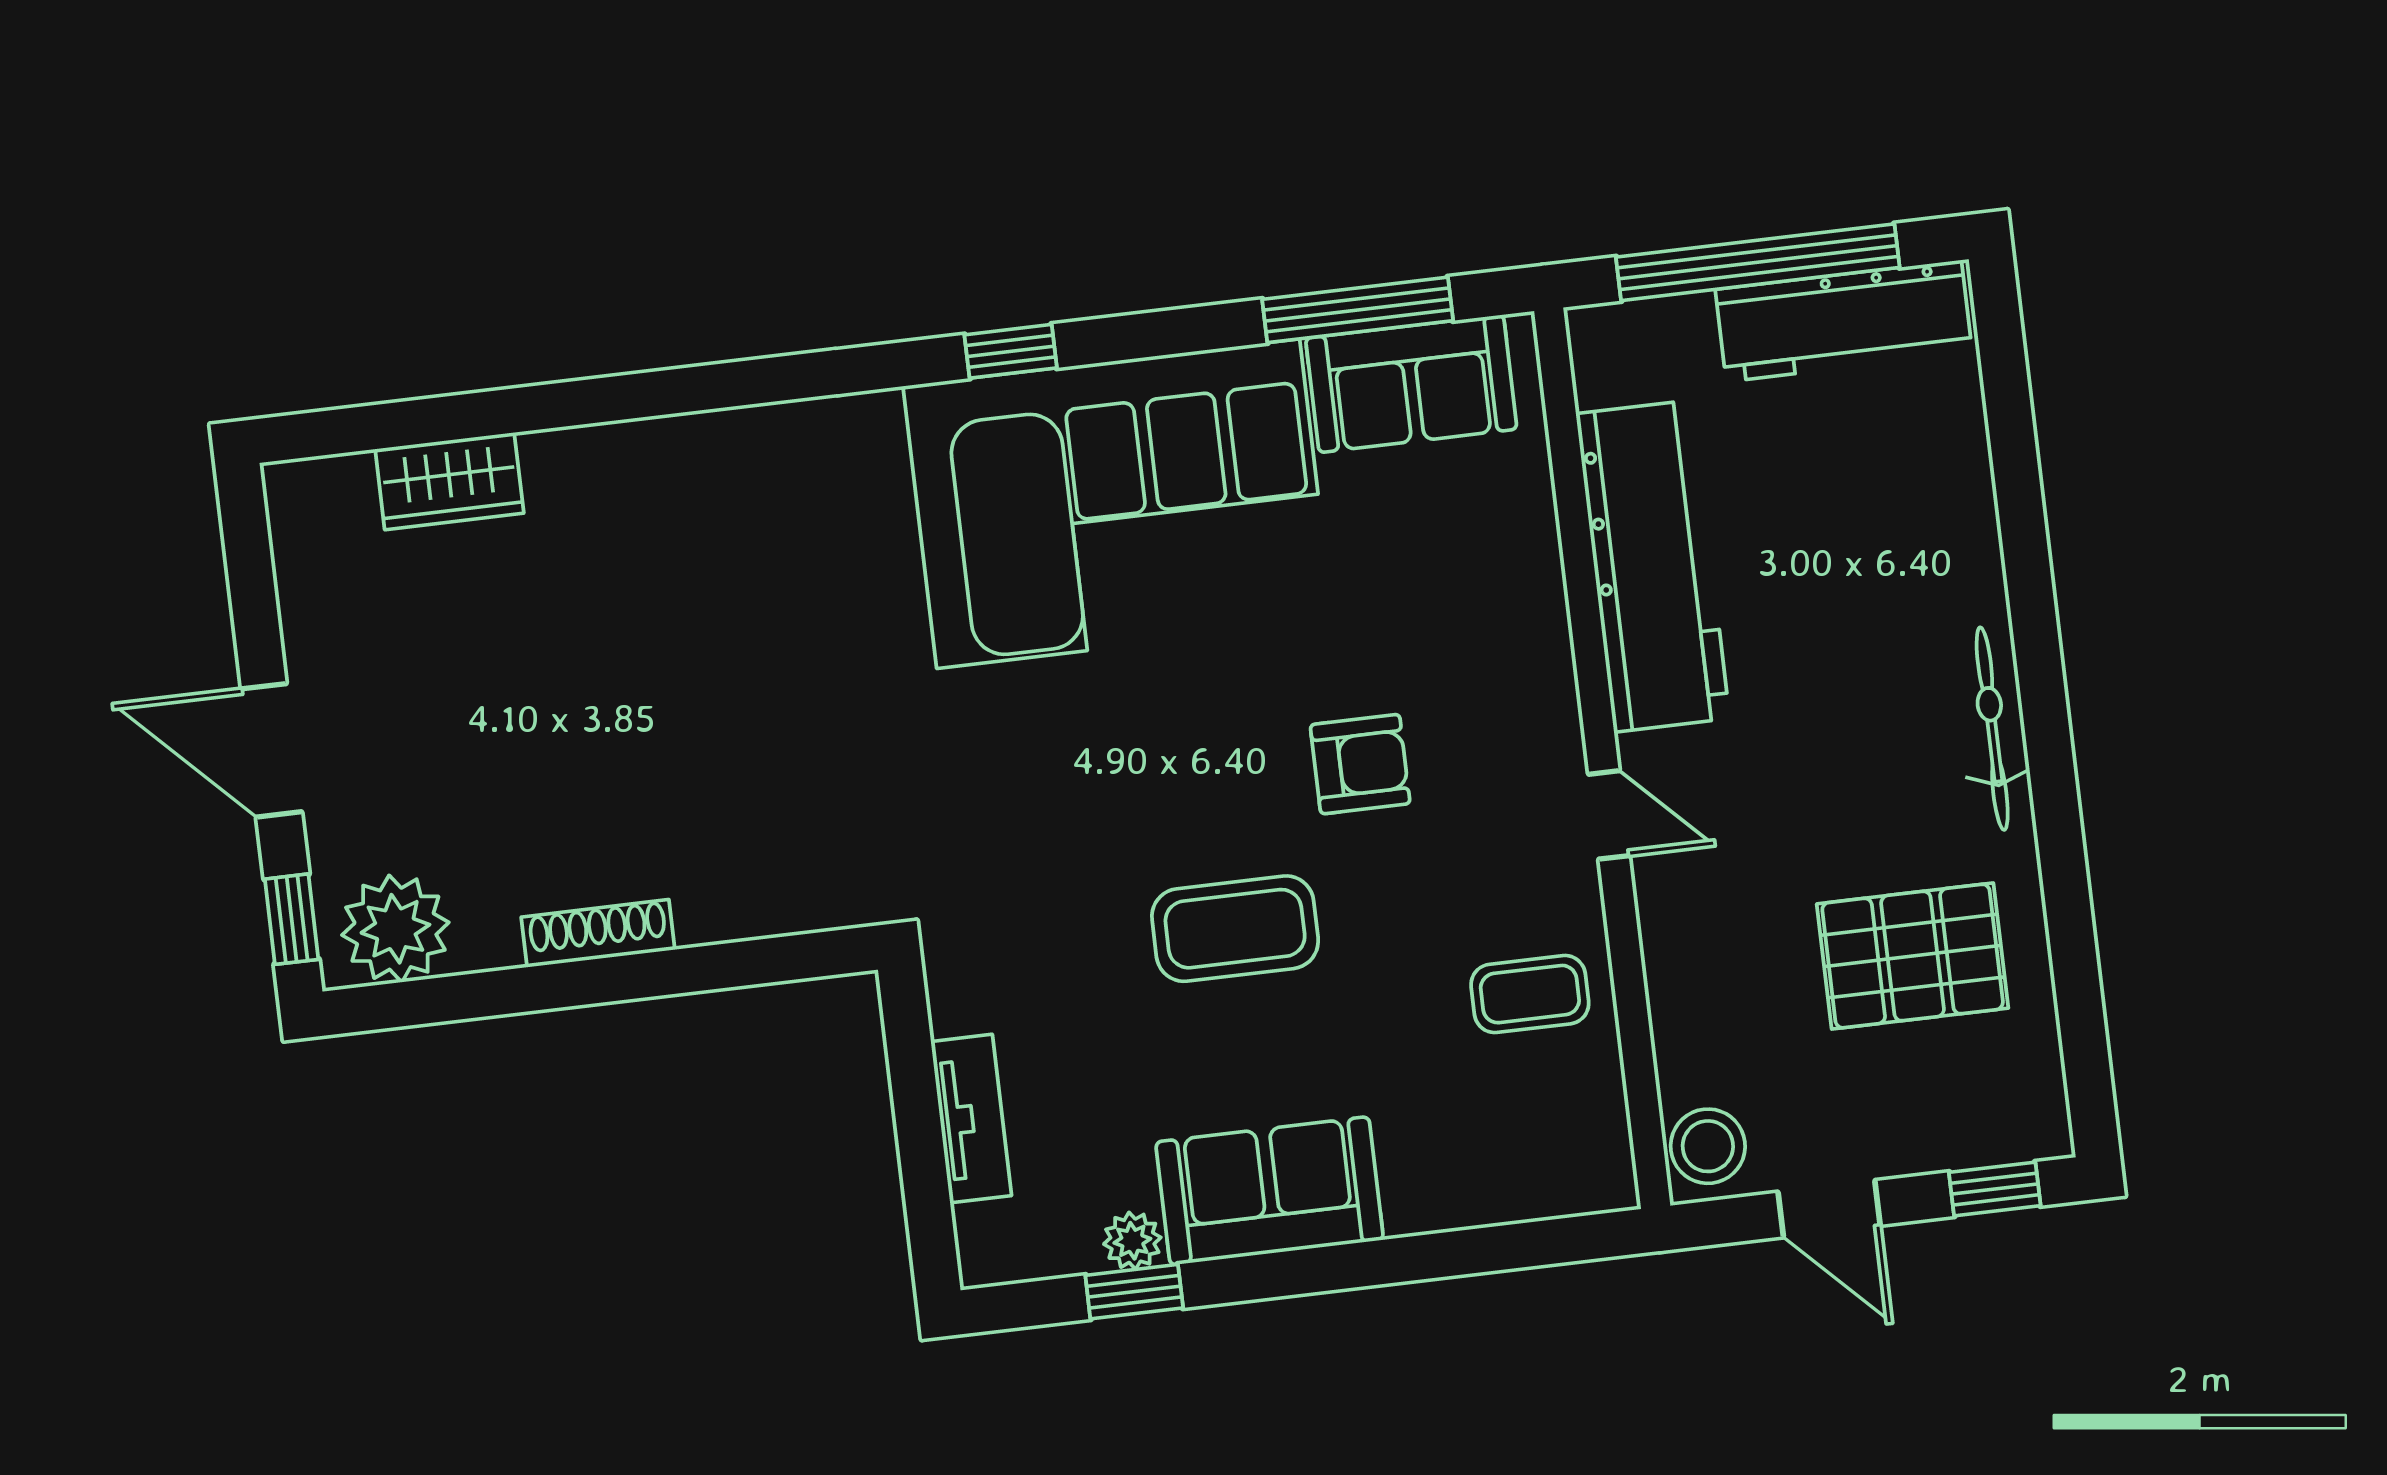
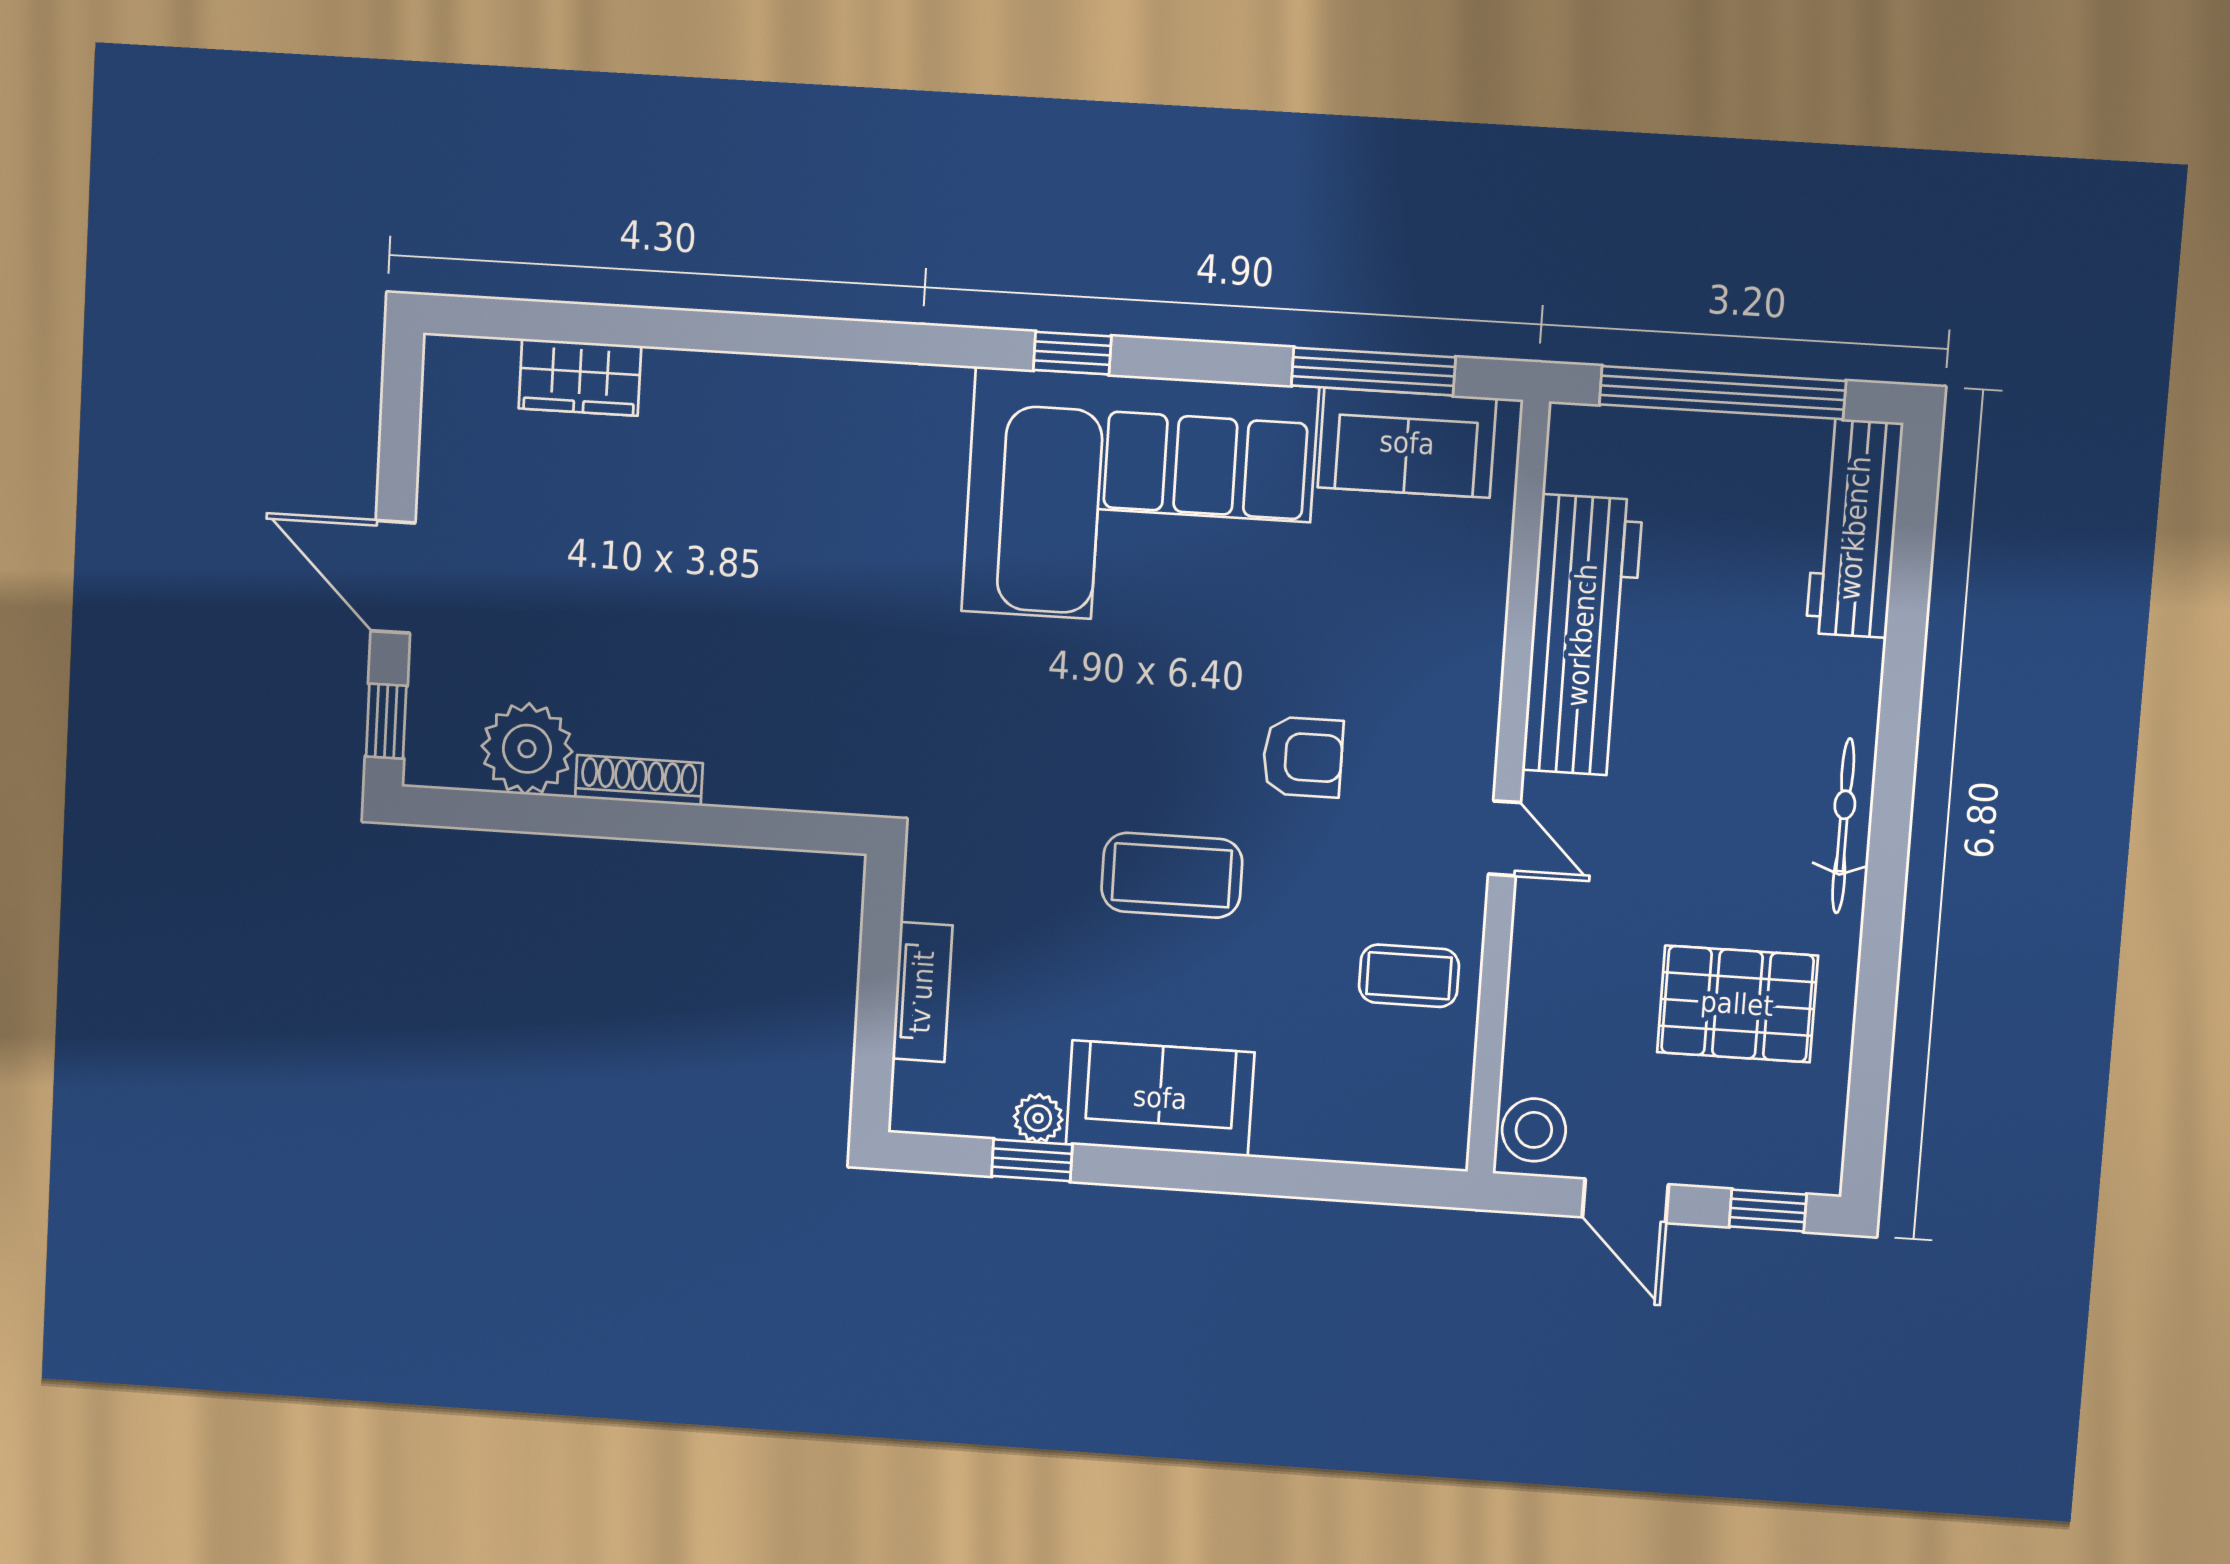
workbench: (1844, 321) -> (1855, 528), moved, turned 90
plant: (395, 929) -> (527, 749), moved

